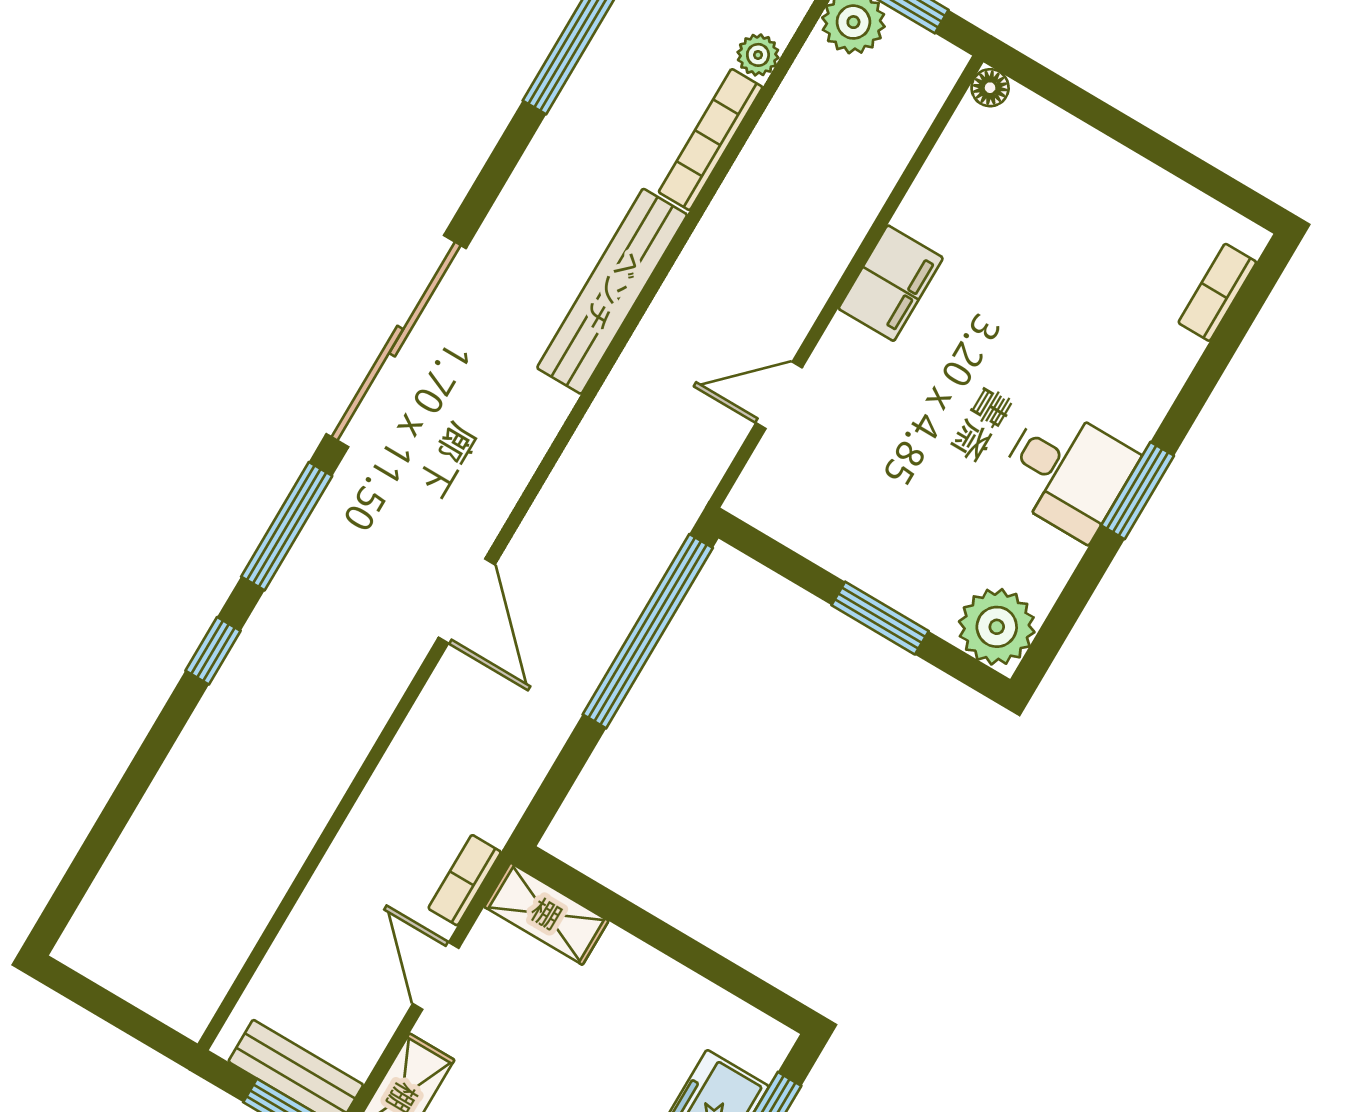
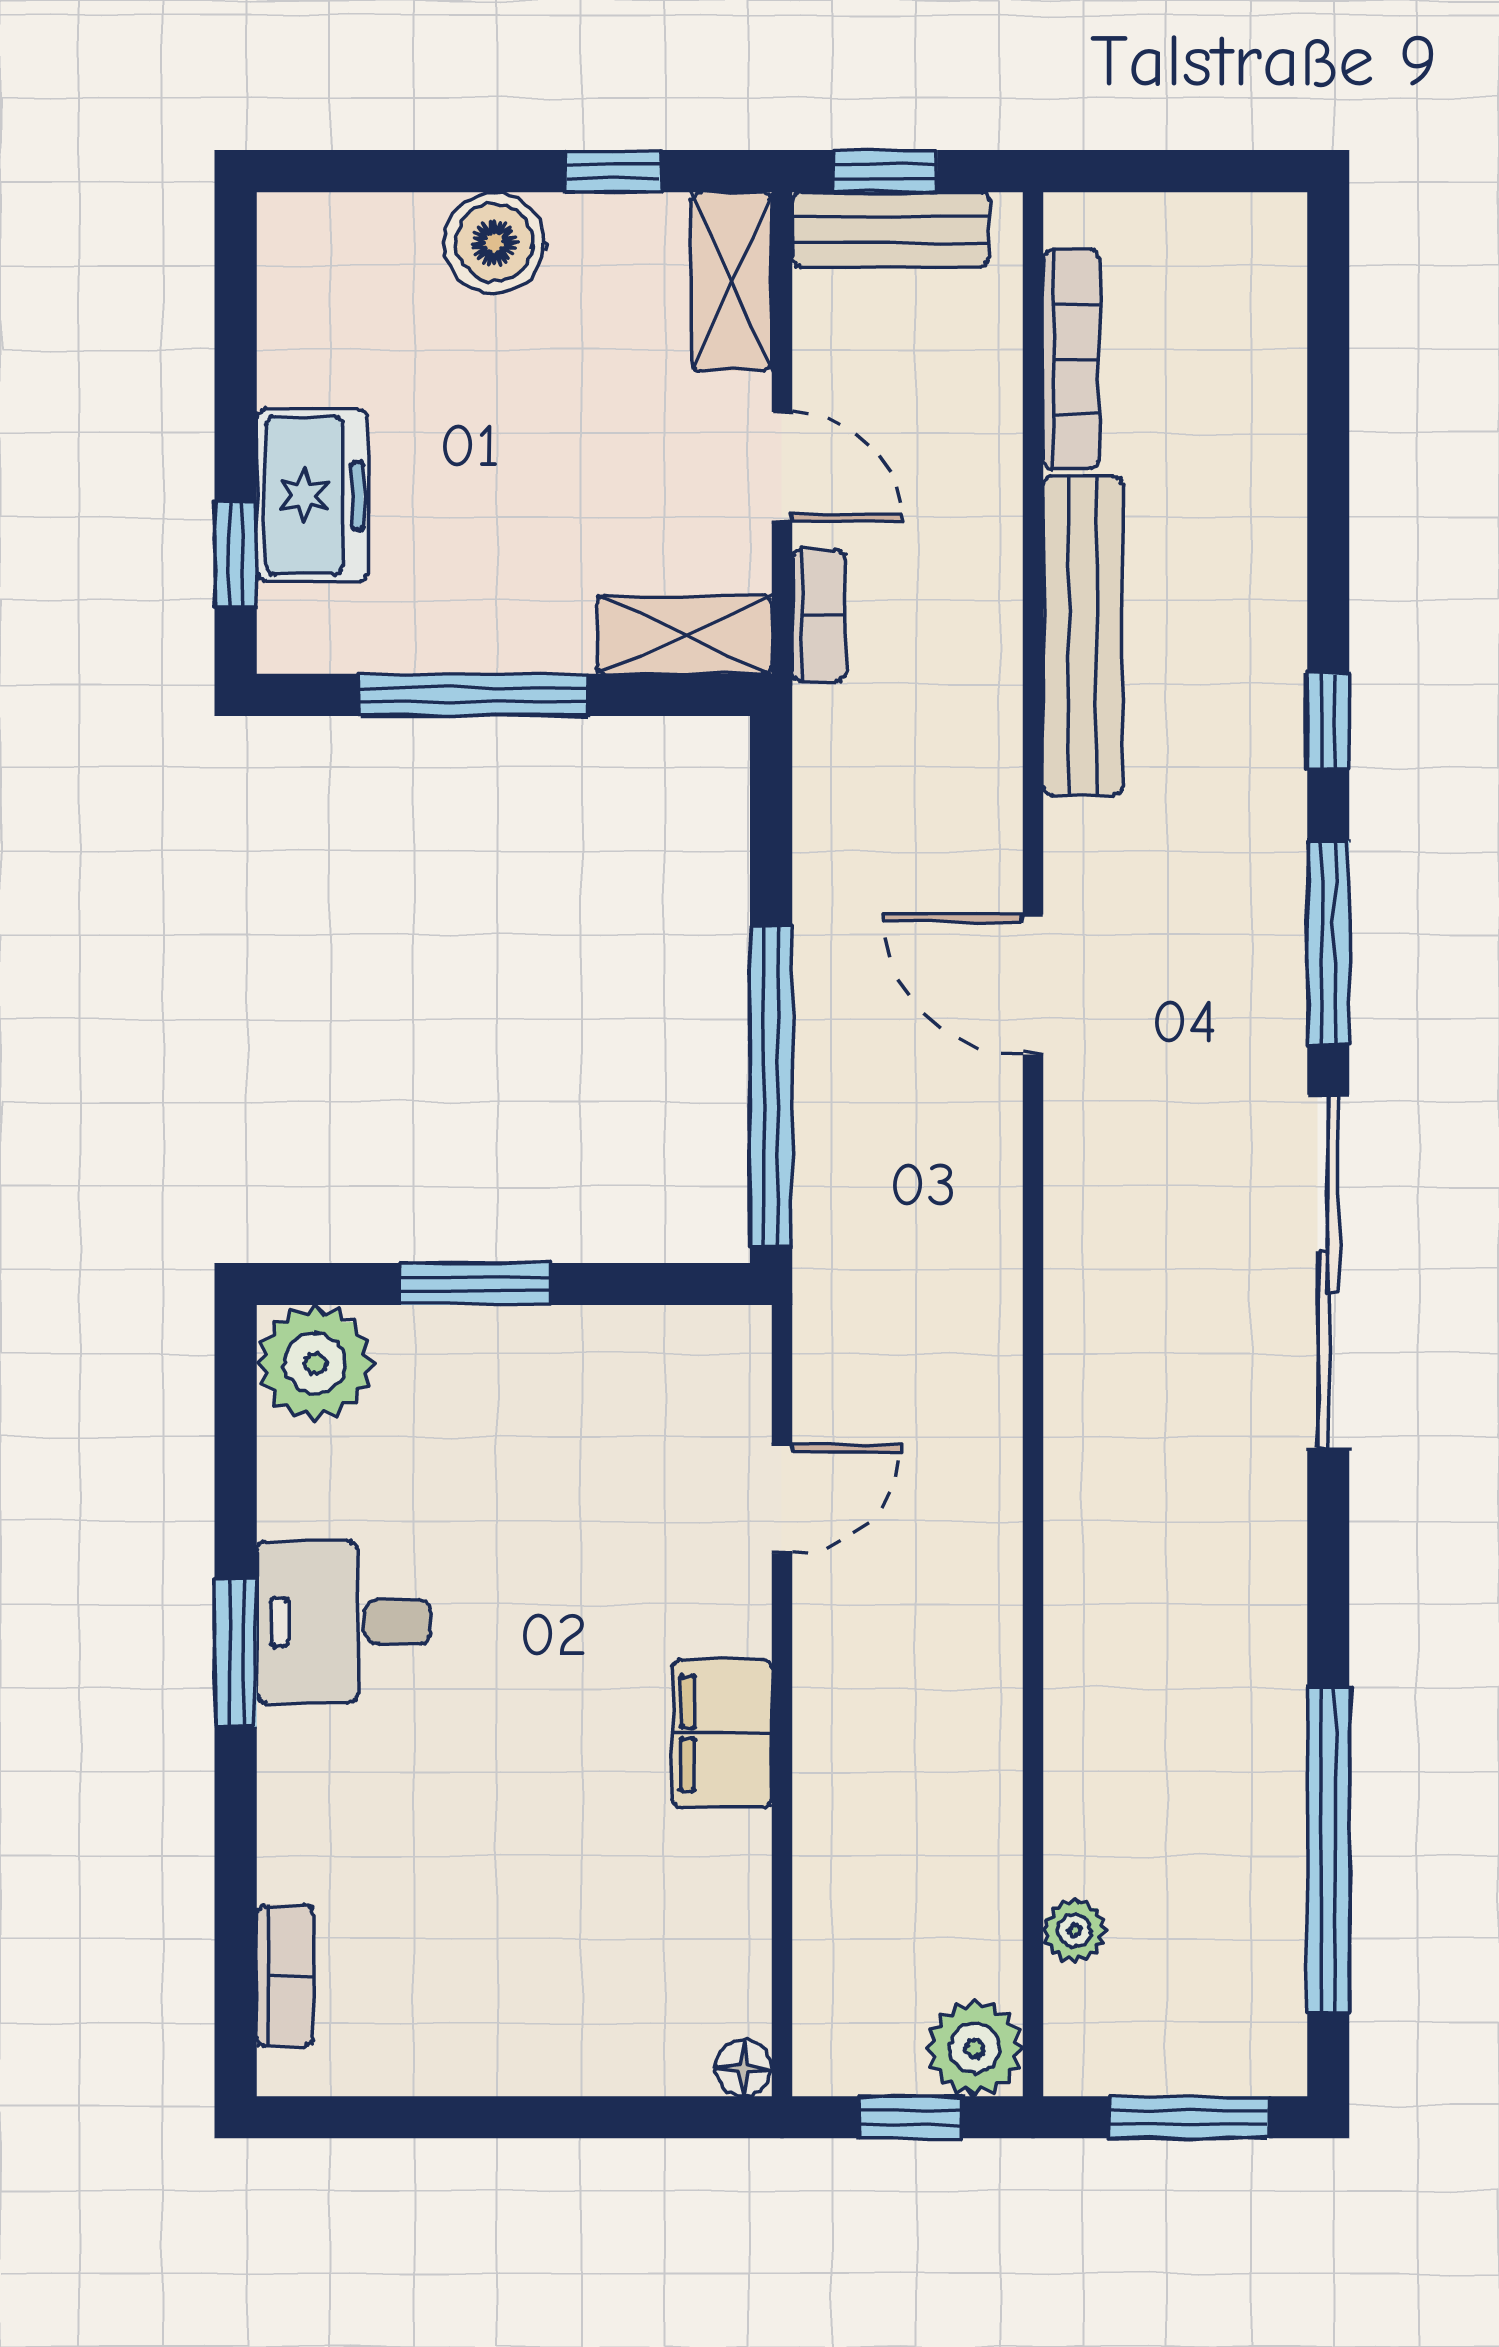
bookcase: (711, 140) -> (1071, 359), moved
bench: (612, 291) -> (1083, 636), moved
window: (686, 950) -> (473, 695), added

